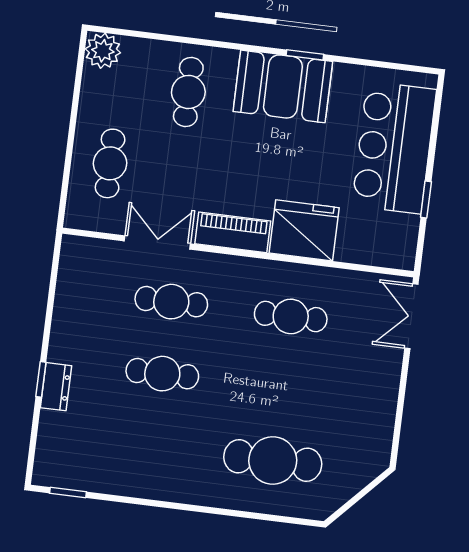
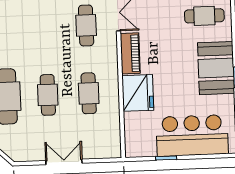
double door: (411, 316) -> (64, 162), moved
cafe table: (162, 374) -> (48, 95), moved

